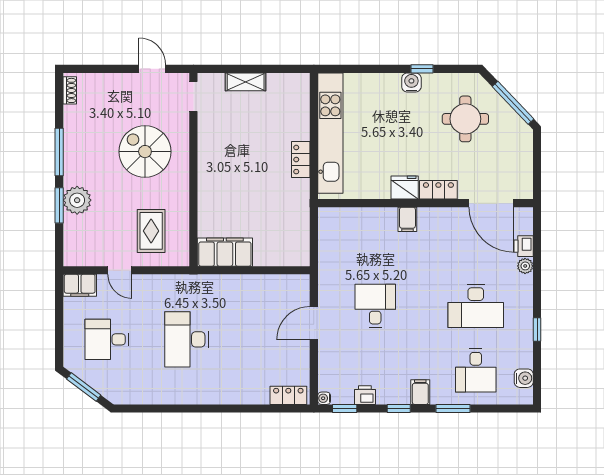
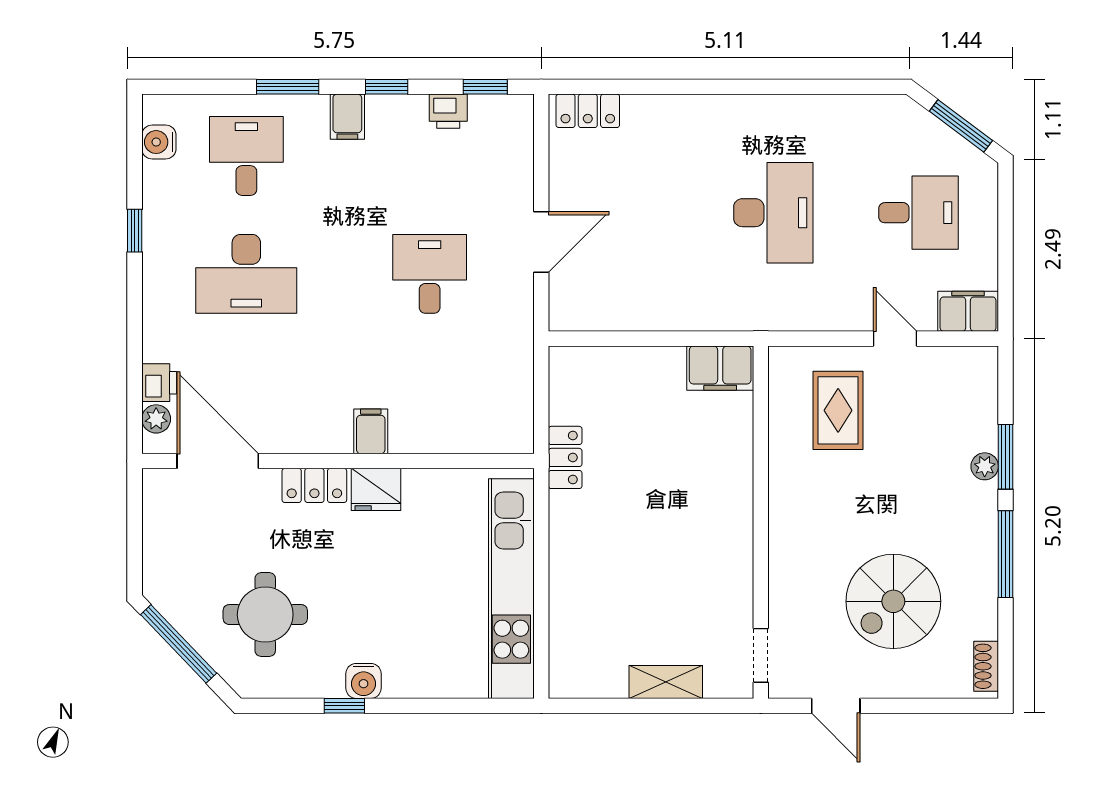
spiral stairs: (145, 152) -> (893, 601), moved, turned 90
locker: (301, 160) -> (565, 457), moved
plant: (77, 200) -> (985, 466), width x0.53, depth x0.53
filing cabinet: (225, 252) -> (720, 368), width x0.67, depth x0.86
plant: (525, 266) -> (156, 419), moved
desk: (375, 306) -> (430, 274), turned 180
desk: (476, 306) -> (246, 274), turned 180
water cooler: (324, 398) -> (523, 105), removed

